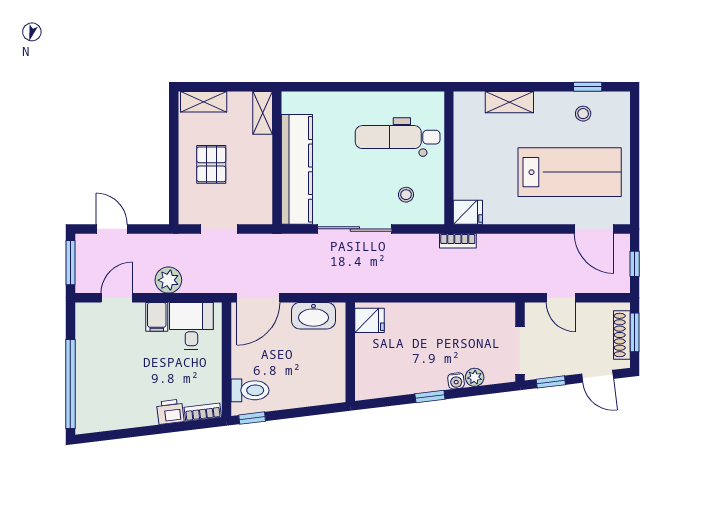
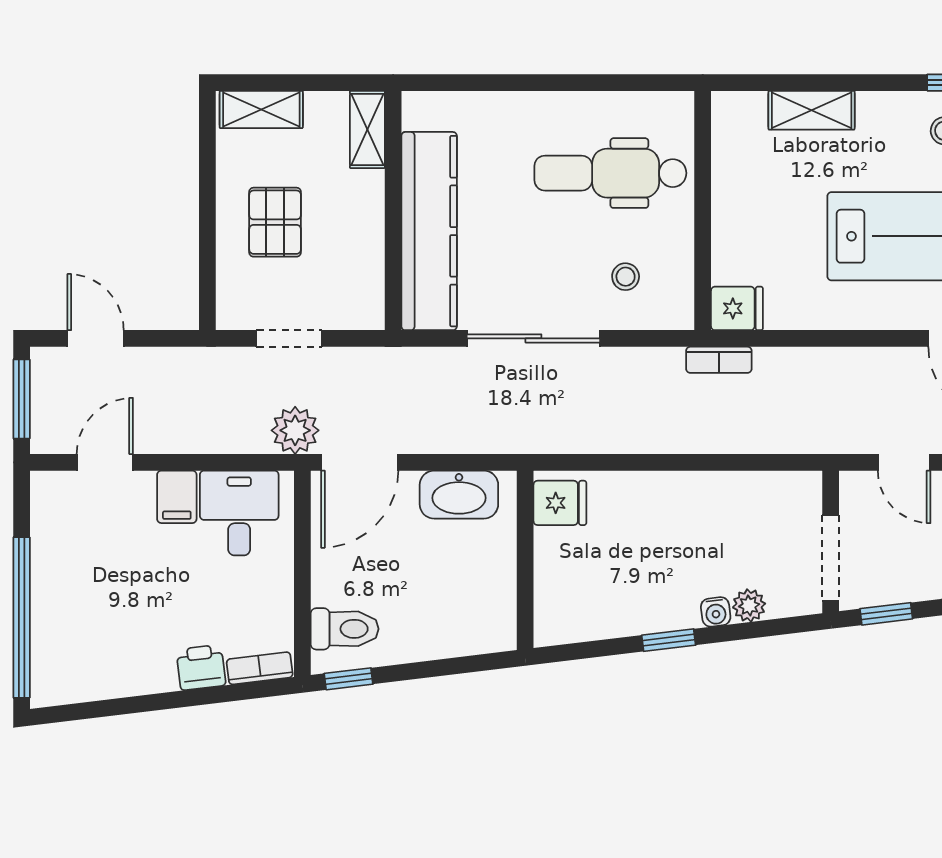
plant: (168, 280) -> (295, 430), moved

